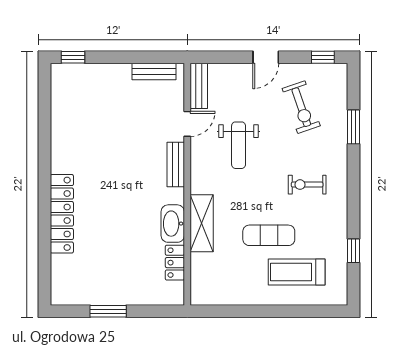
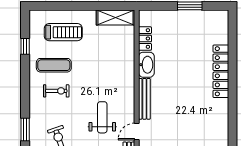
bench: (176, 165) -> (144, 99), width x1.36
shelving: (202, 223) -> (116, 18), moved, turned 90
exercise mat: (269, 235) -> (54, 65), moved

